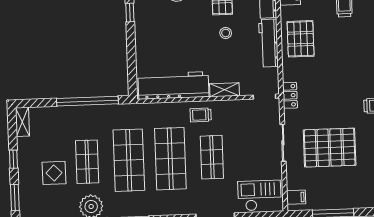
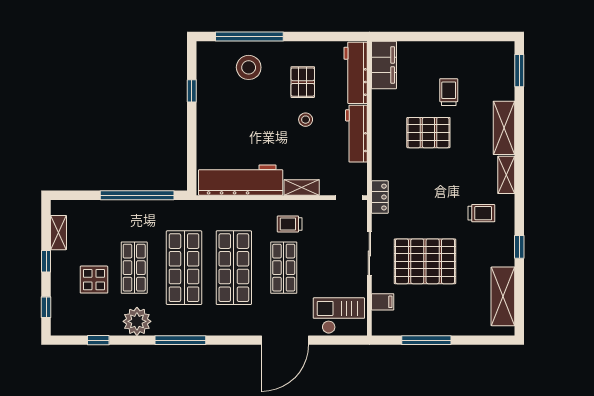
pallet: (301, 39) -> (428, 133), moved, turned 90
trolley: (201, 115) -> (290, 224), moved
shelving: (22, 122) -> (58, 233), moved
filing cabinet: (296, 197) -> (383, 302), moved
window: (15, 198) -> (46, 307), width x0.67

